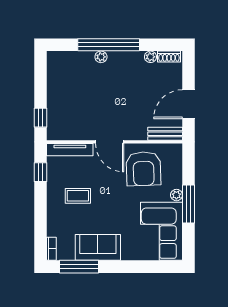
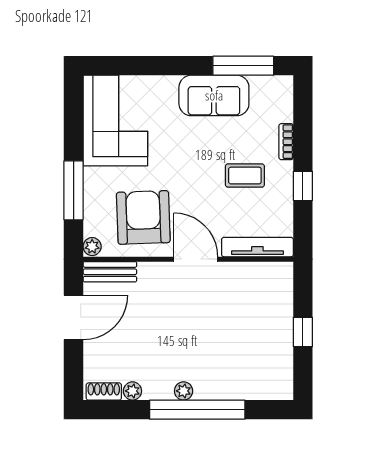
plant: (101, 57) -> (184, 391), moved
window: (41, 118) -> (303, 332), moved
window: (41, 172) -> (303, 186), moved
plant: (176, 195) -> (92, 247), moved
window: (188, 204) -> (74, 190), moved
bookcase: (51, 249) -> (286, 142), moved

